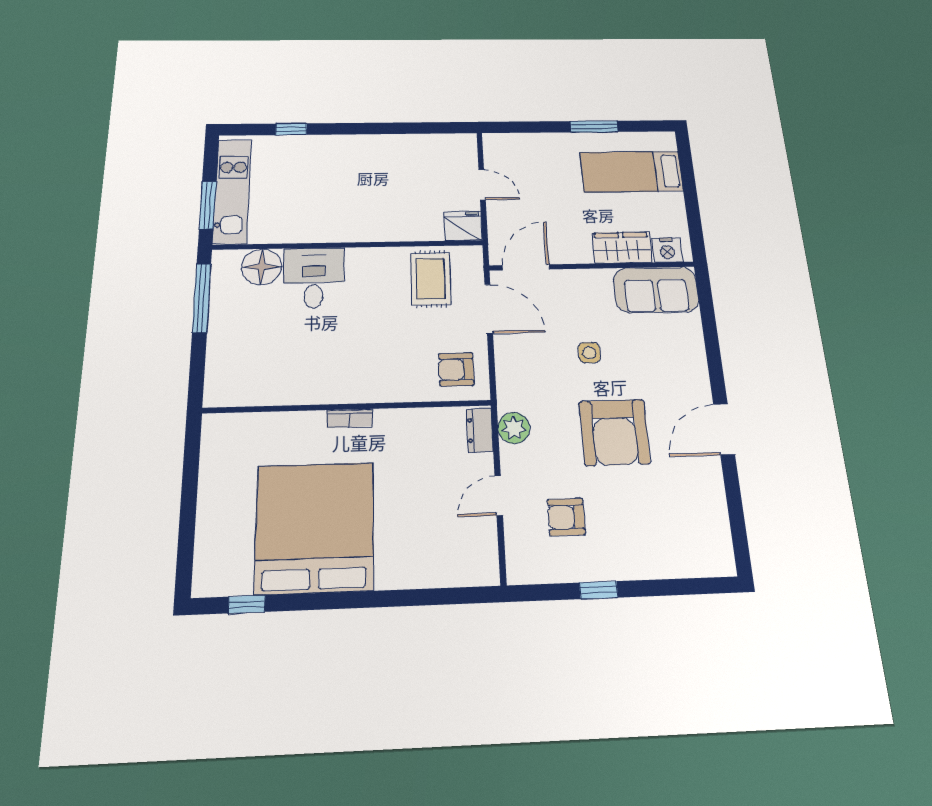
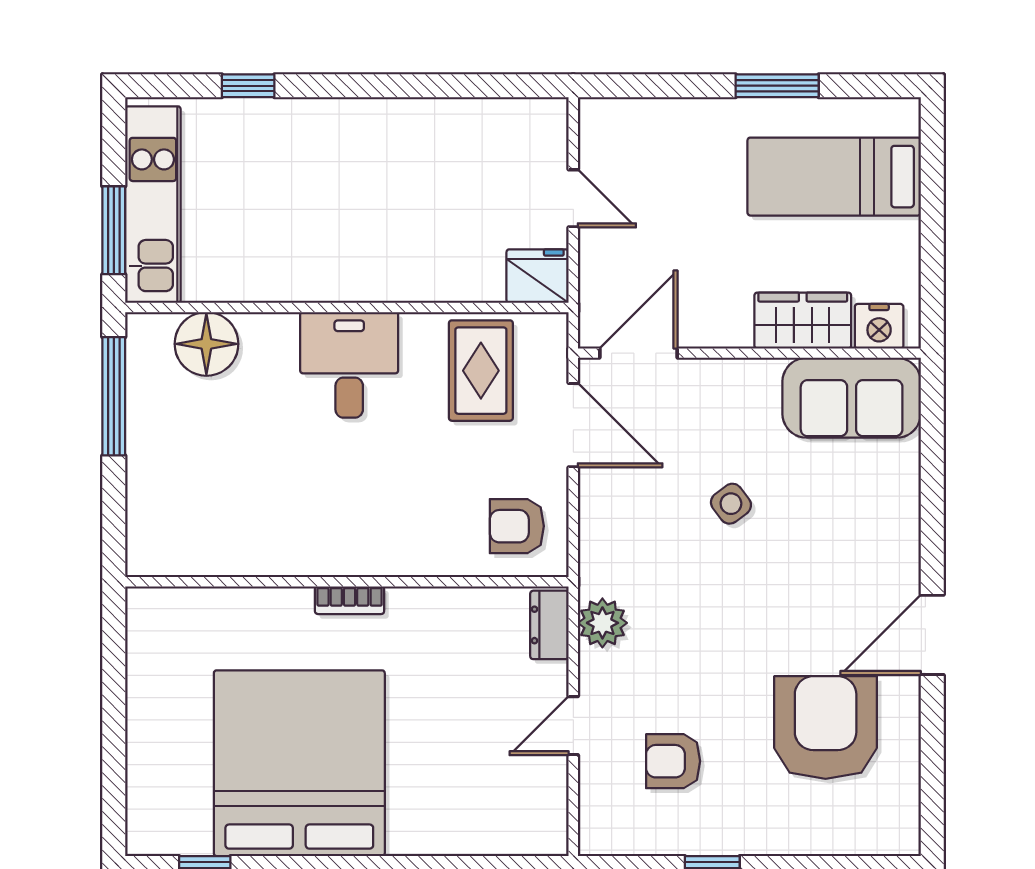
desk: (314, 278) -> (349, 365), moved
side table: (589, 353) -> (731, 504), turned -37
armchair: (614, 432) -> (826, 728), moved, turned 180

